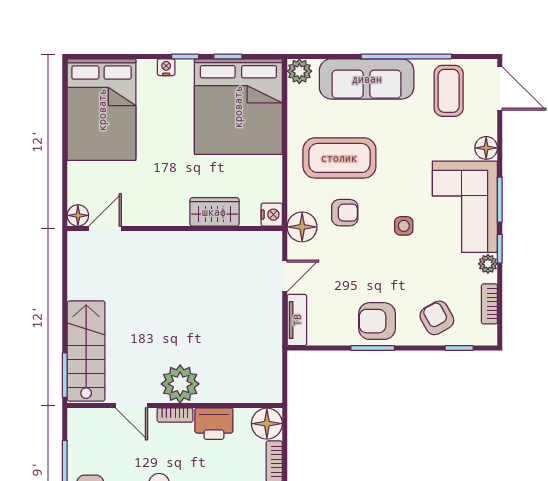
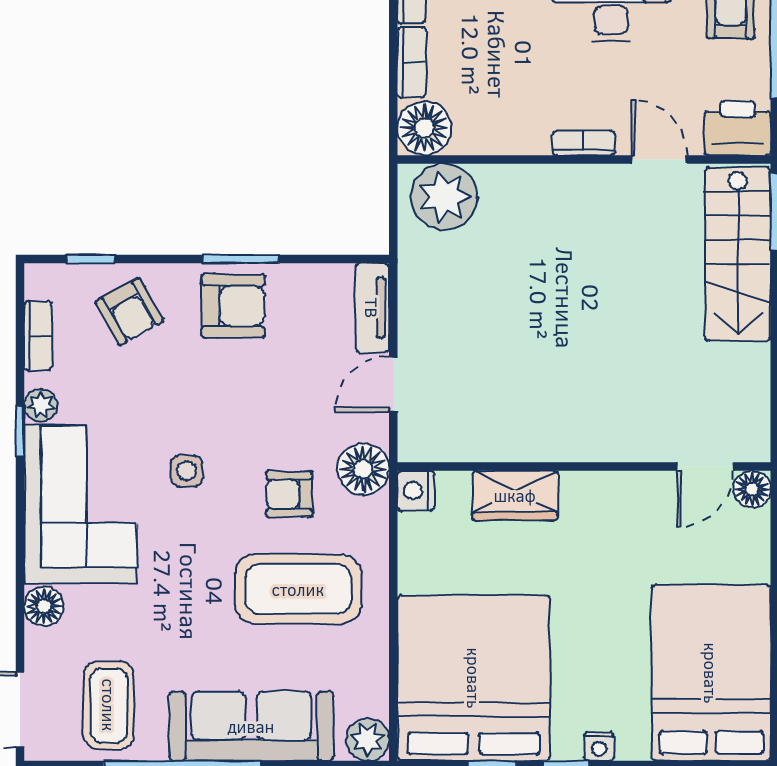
window: (500, 200) -> (20, 517), removed
plant: (180, 384) -> (444, 197), moved
printer: (214, 424) -> (738, 128), moved

